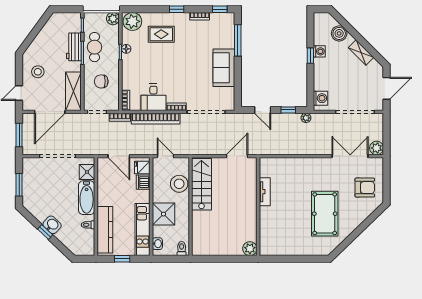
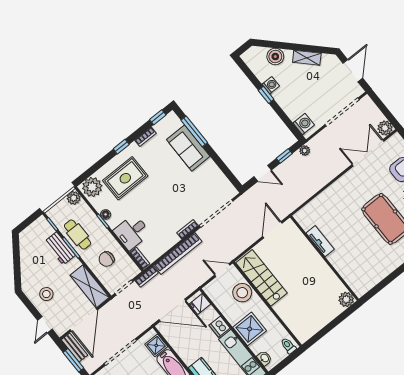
rug: (161, 34) -> (125, 178), width x1.36, depth x1.43
sofa: (224, 68) -> (188, 148), moved
desk: (153, 97) -> (132, 232), moved, turned 90
bench: (27, 126) -> (74, 347), added
door: (119, 156) -> (172, 310), width x1.36
door: (166, 156) -> (222, 270), moved
dishwasher: (143, 182) -> (219, 327), moved

